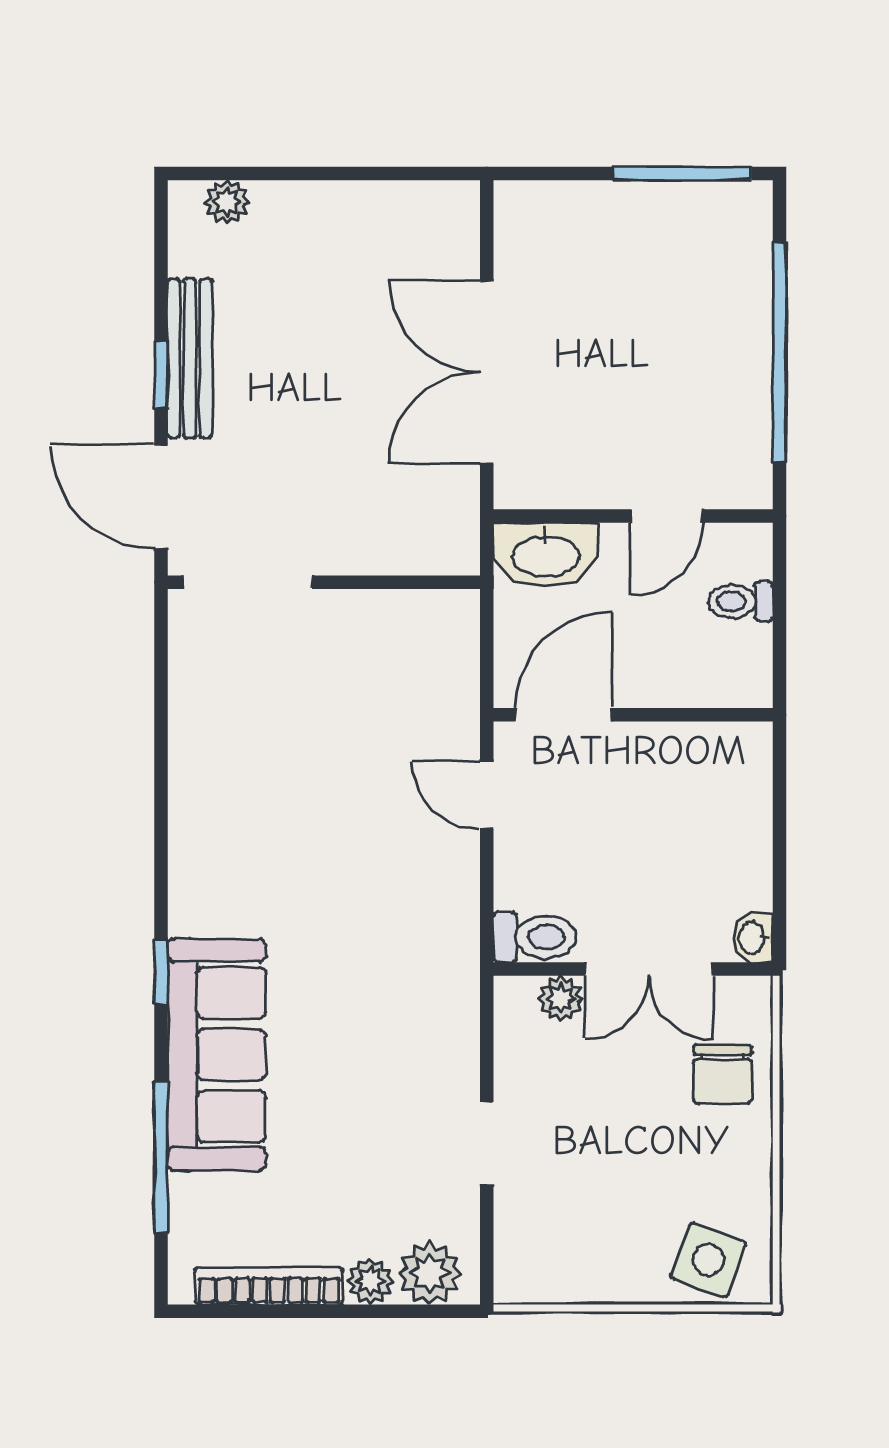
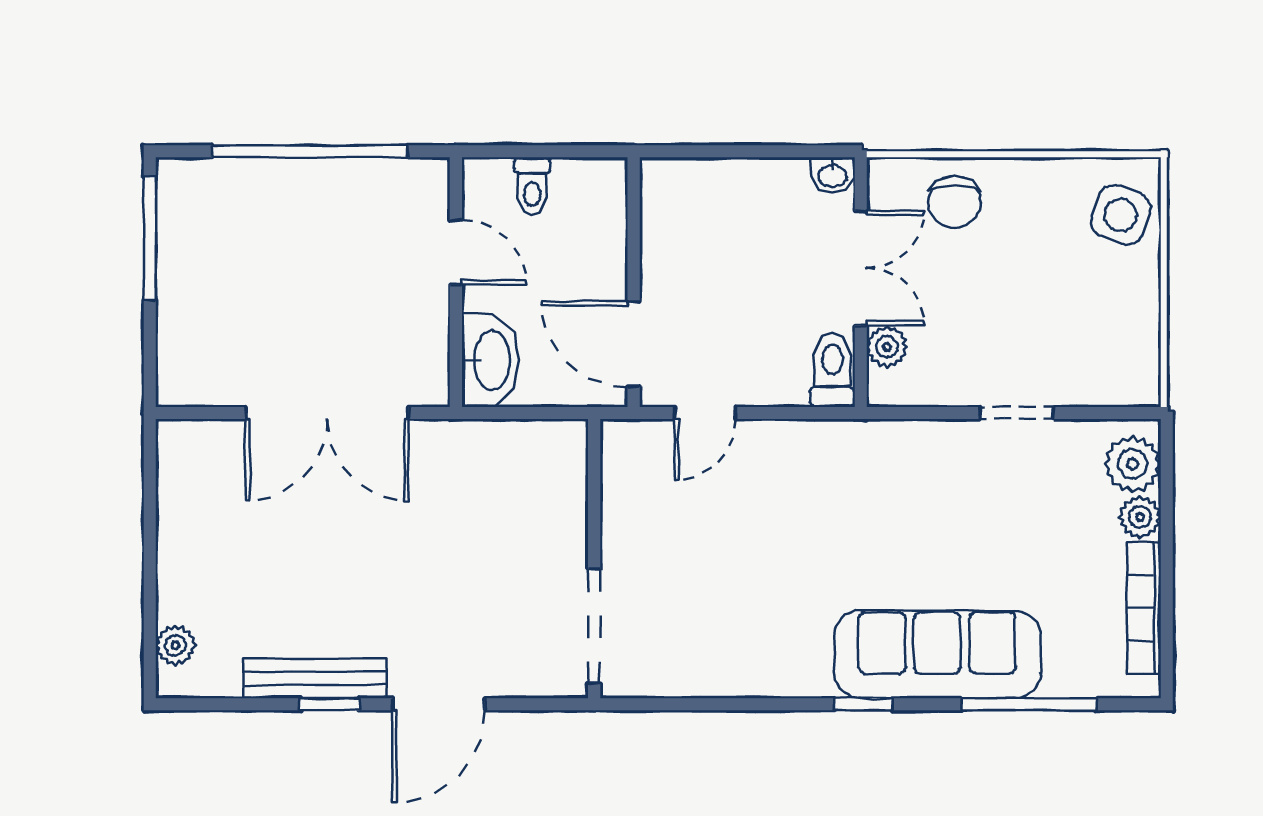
doorway: (248, 582) -> (594, 627), moved
wall: (324, 582) -> (594, 559), moved
chair: (723, 1074) -> (955, 202), turned 90

